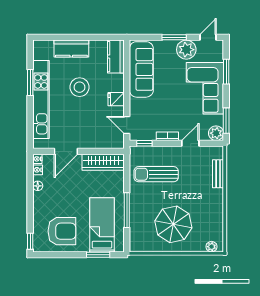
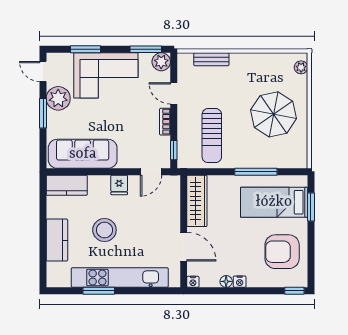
nightstand: (38, 170) -> (240, 282), moved
armchair: (62, 231) -> (282, 252), turned -90

